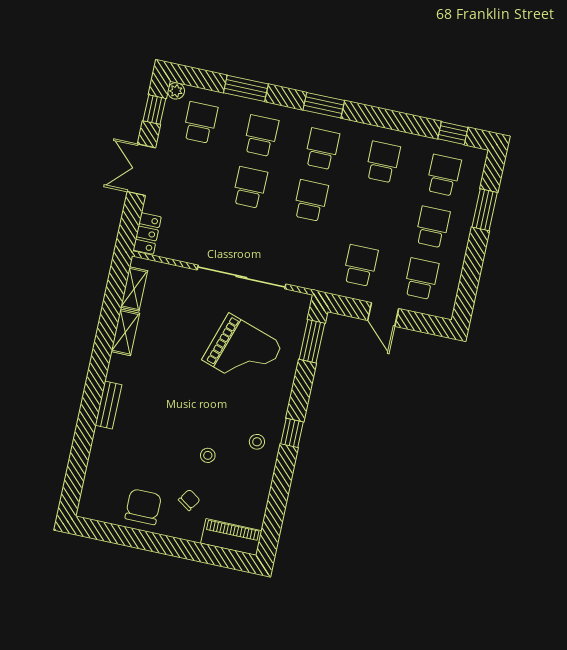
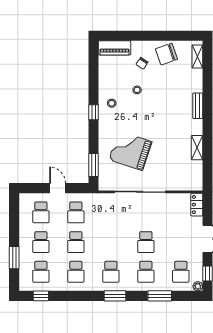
school desk: (311, 201) -> (76, 242), moved
shelving: (134, 289) -> (197, 56), moved
chair: (143, 507) -> (166, 54), turned 71

